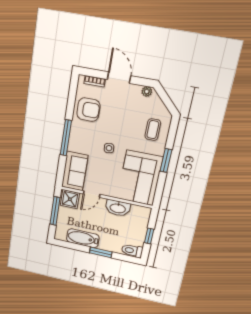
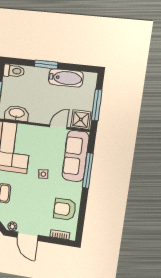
door: (119, 78) -> (27, 236), moved
window: (66, 138) -> (88, 171), moved
sofa: (75, 171) -> (76, 156), width x1.36
washbasin: (118, 208) -> (17, 113), moved

